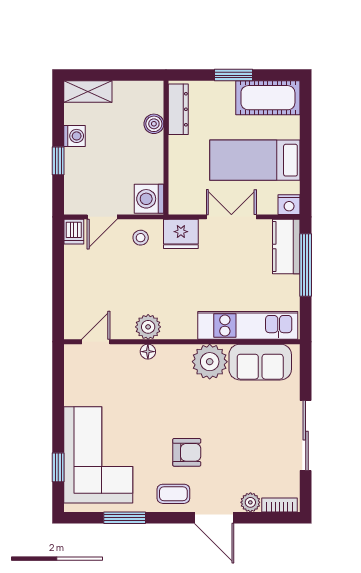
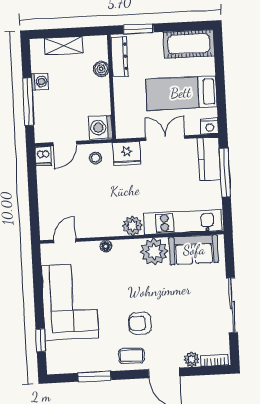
window: (234, 75) -> (138, 29), moved
shelving: (88, 91) -> (64, 46), moved
window: (58, 161) -> (28, 102), width x2.17
plant: (148, 327) -> (133, 226), moved
armchair: (187, 452) -> (140, 323), turned 180
corner sofa: (98, 455) -> (70, 302), moved

